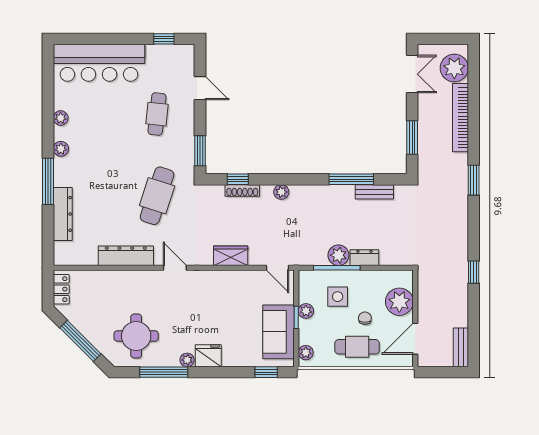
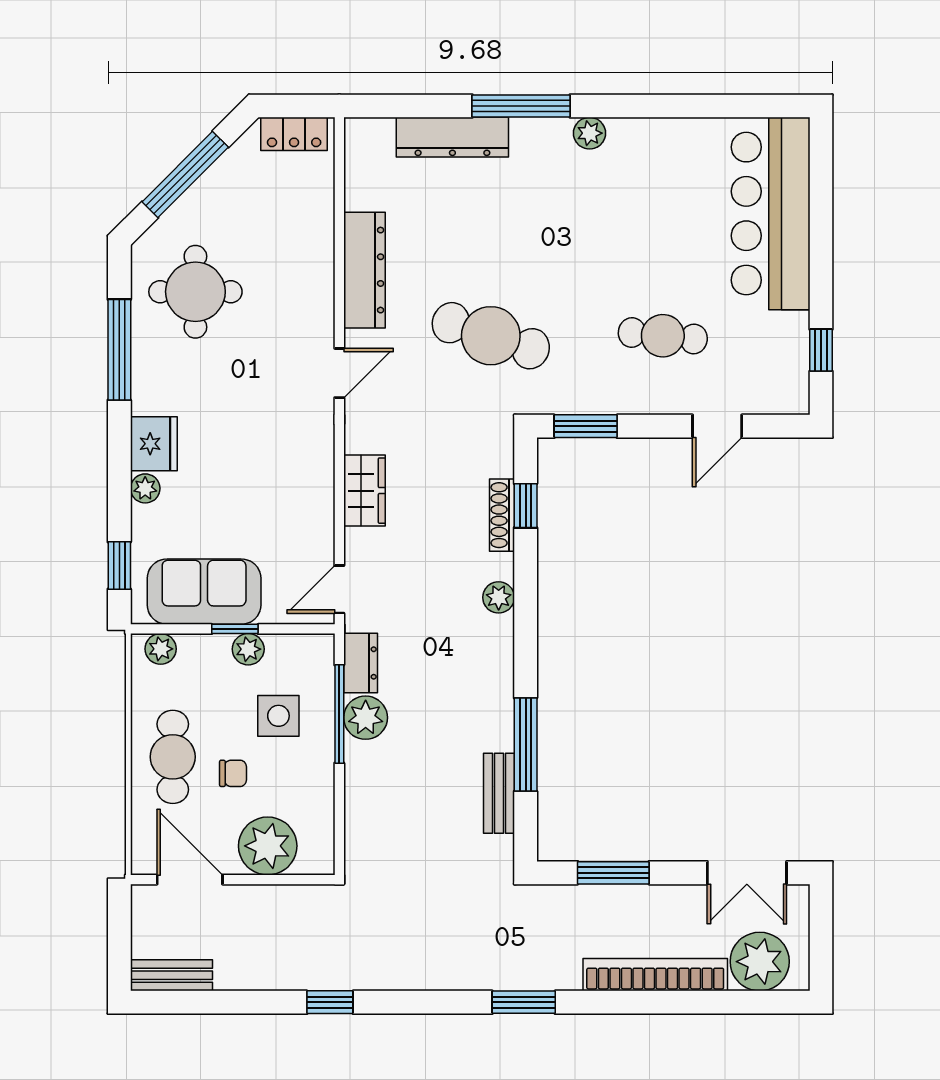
plant: (61, 118) -> (654, 133), removed
dresser: (364, 258) -> (361, 663), moved
plant: (187, 360) -> (145, 488), moved

